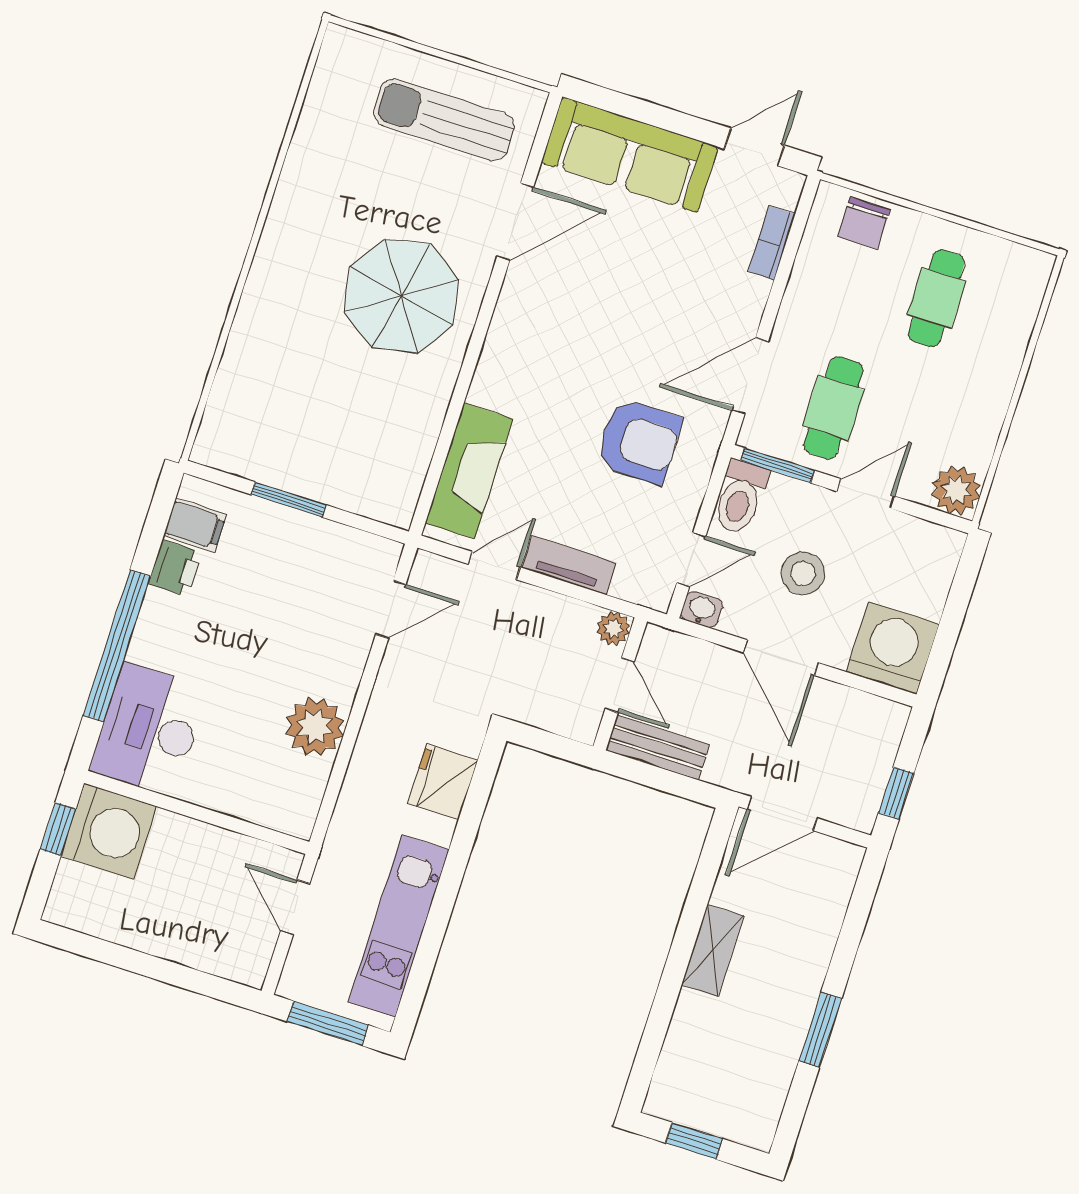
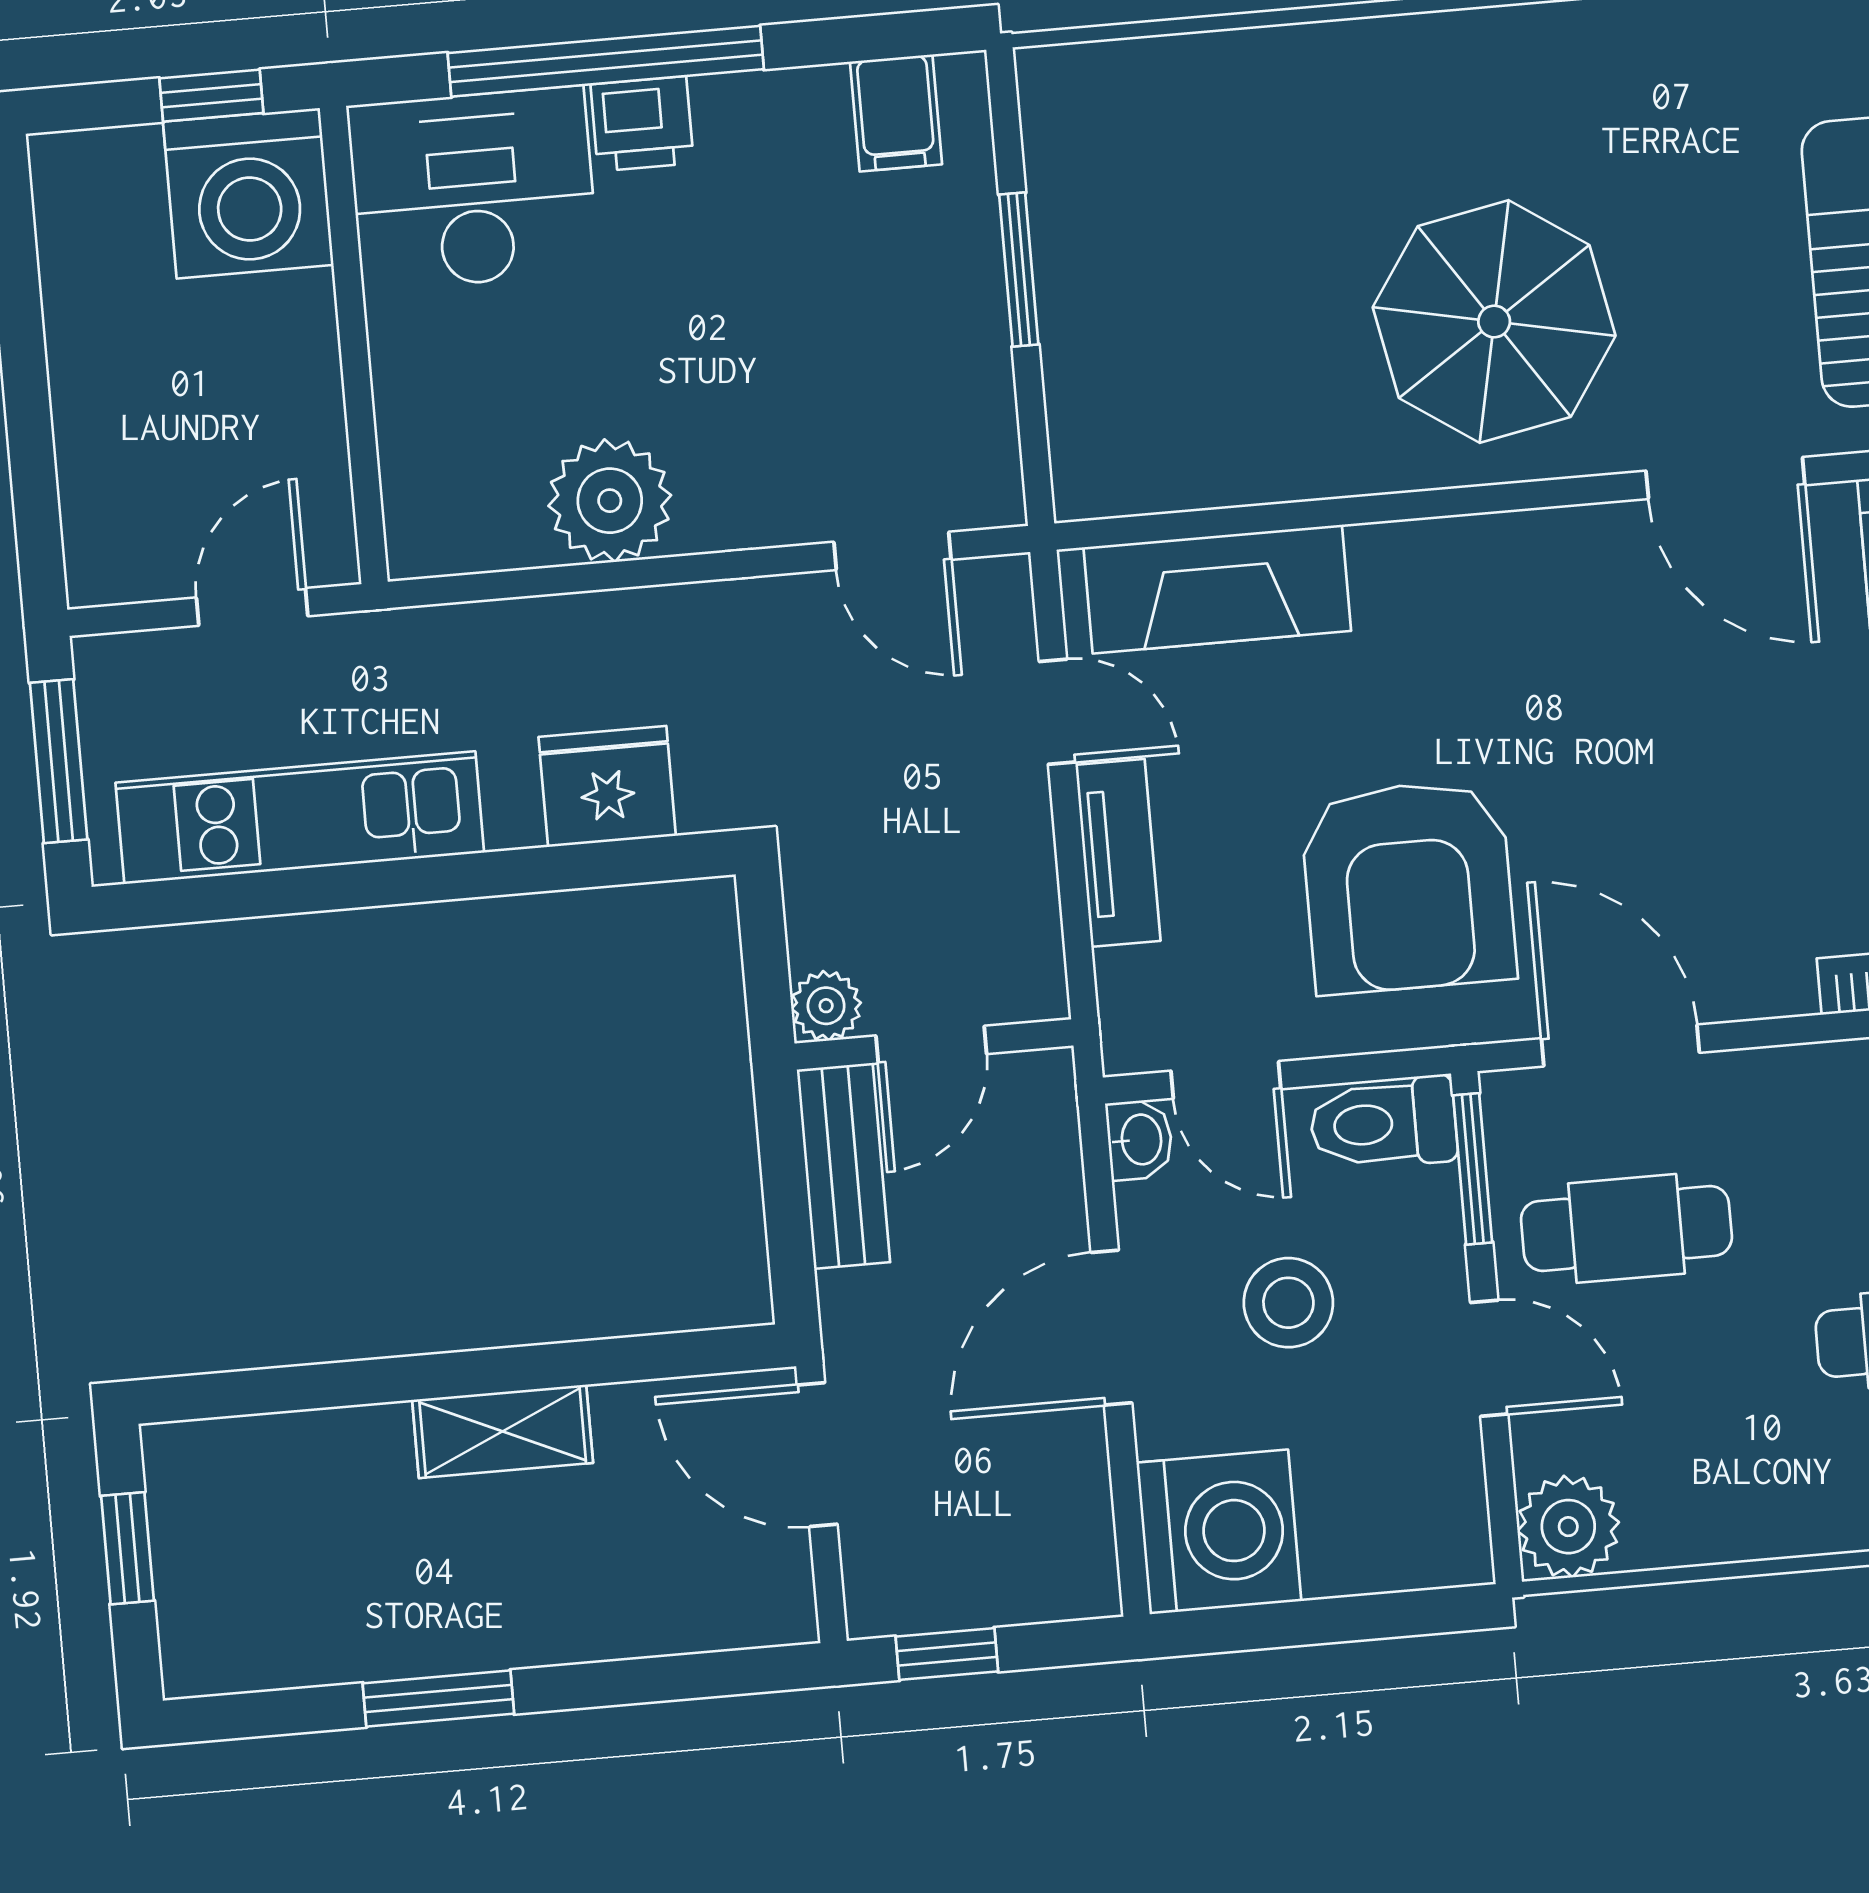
armchair: (639, 441) -> (1408, 887), width x1.36, depth x1.36
printer: (175, 568) -> (642, 124), moved
plant: (613, 628) -> (826, 1006), moved

